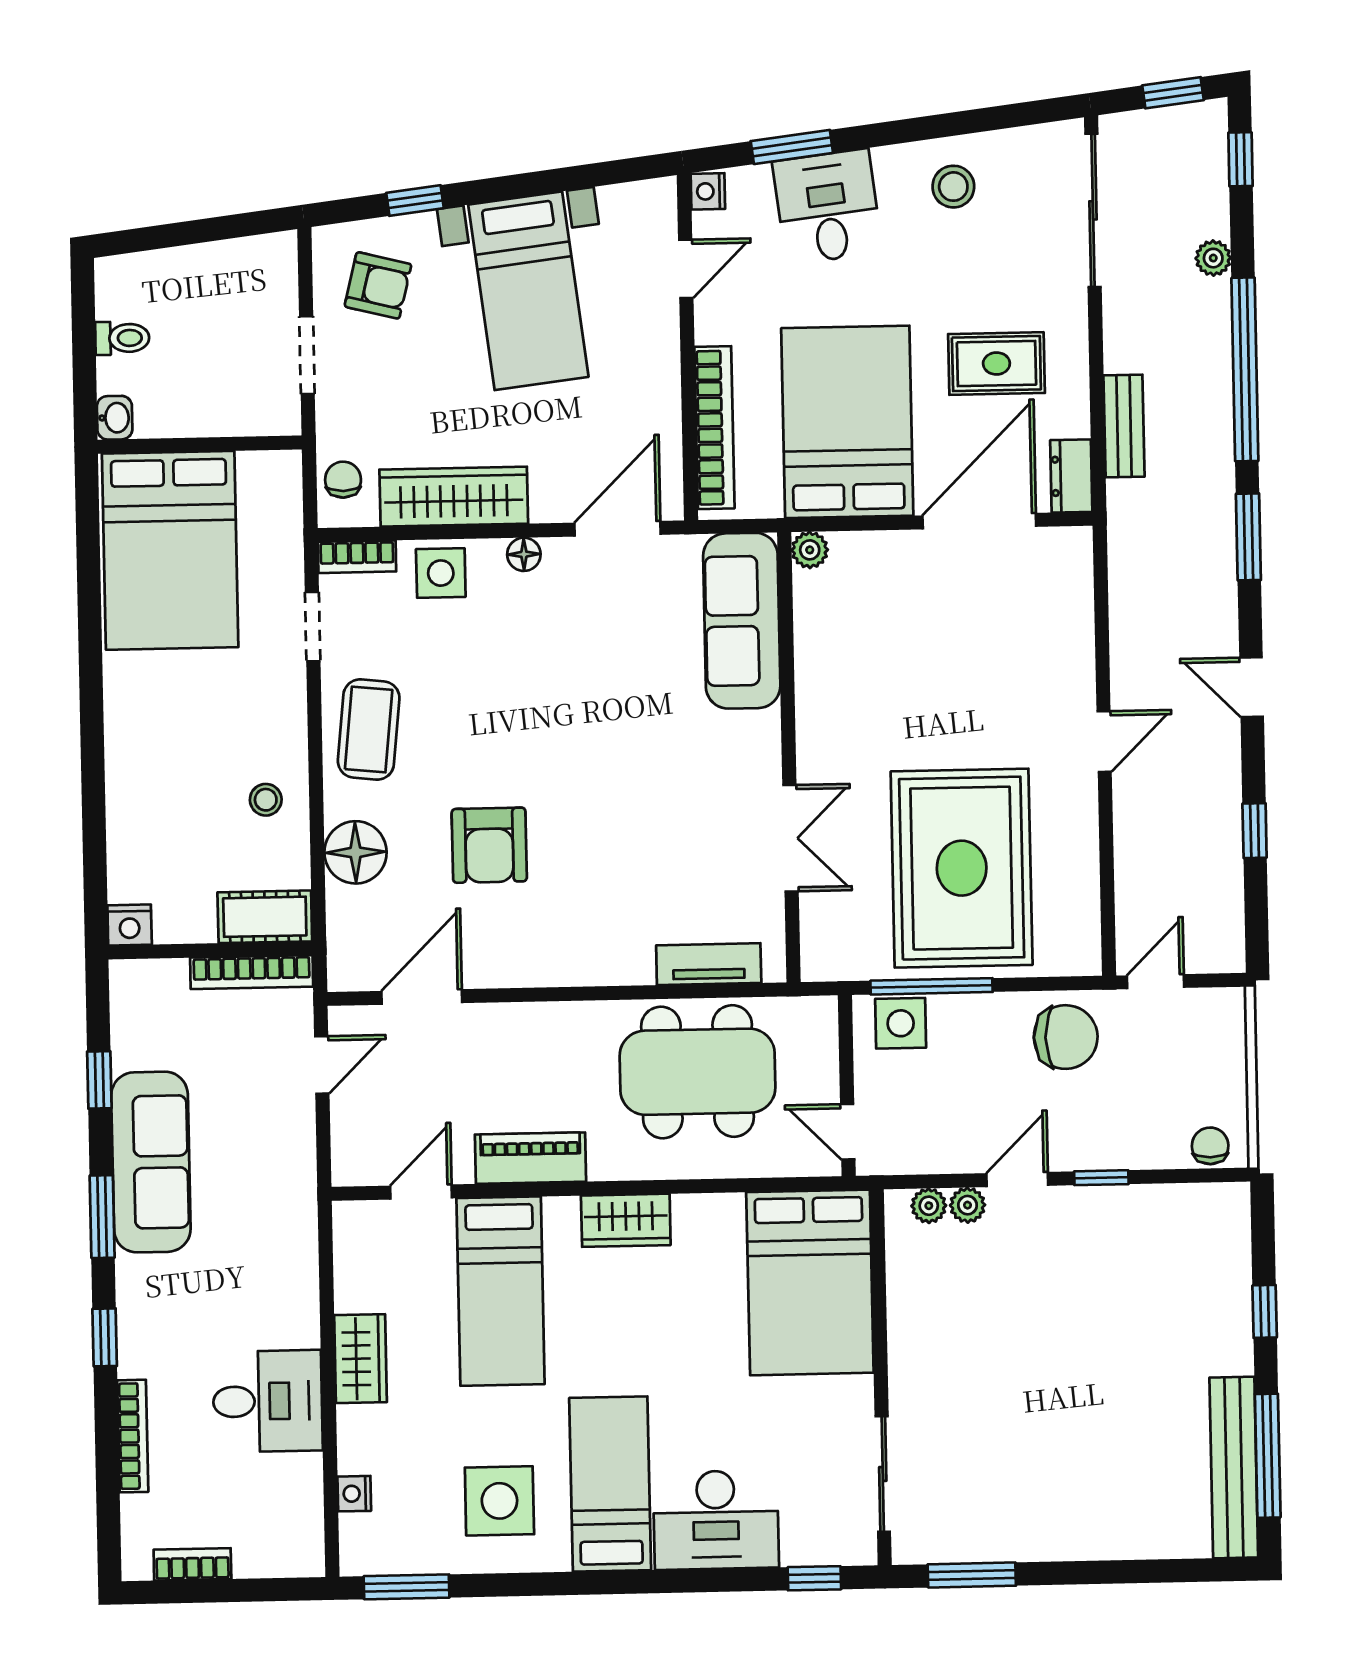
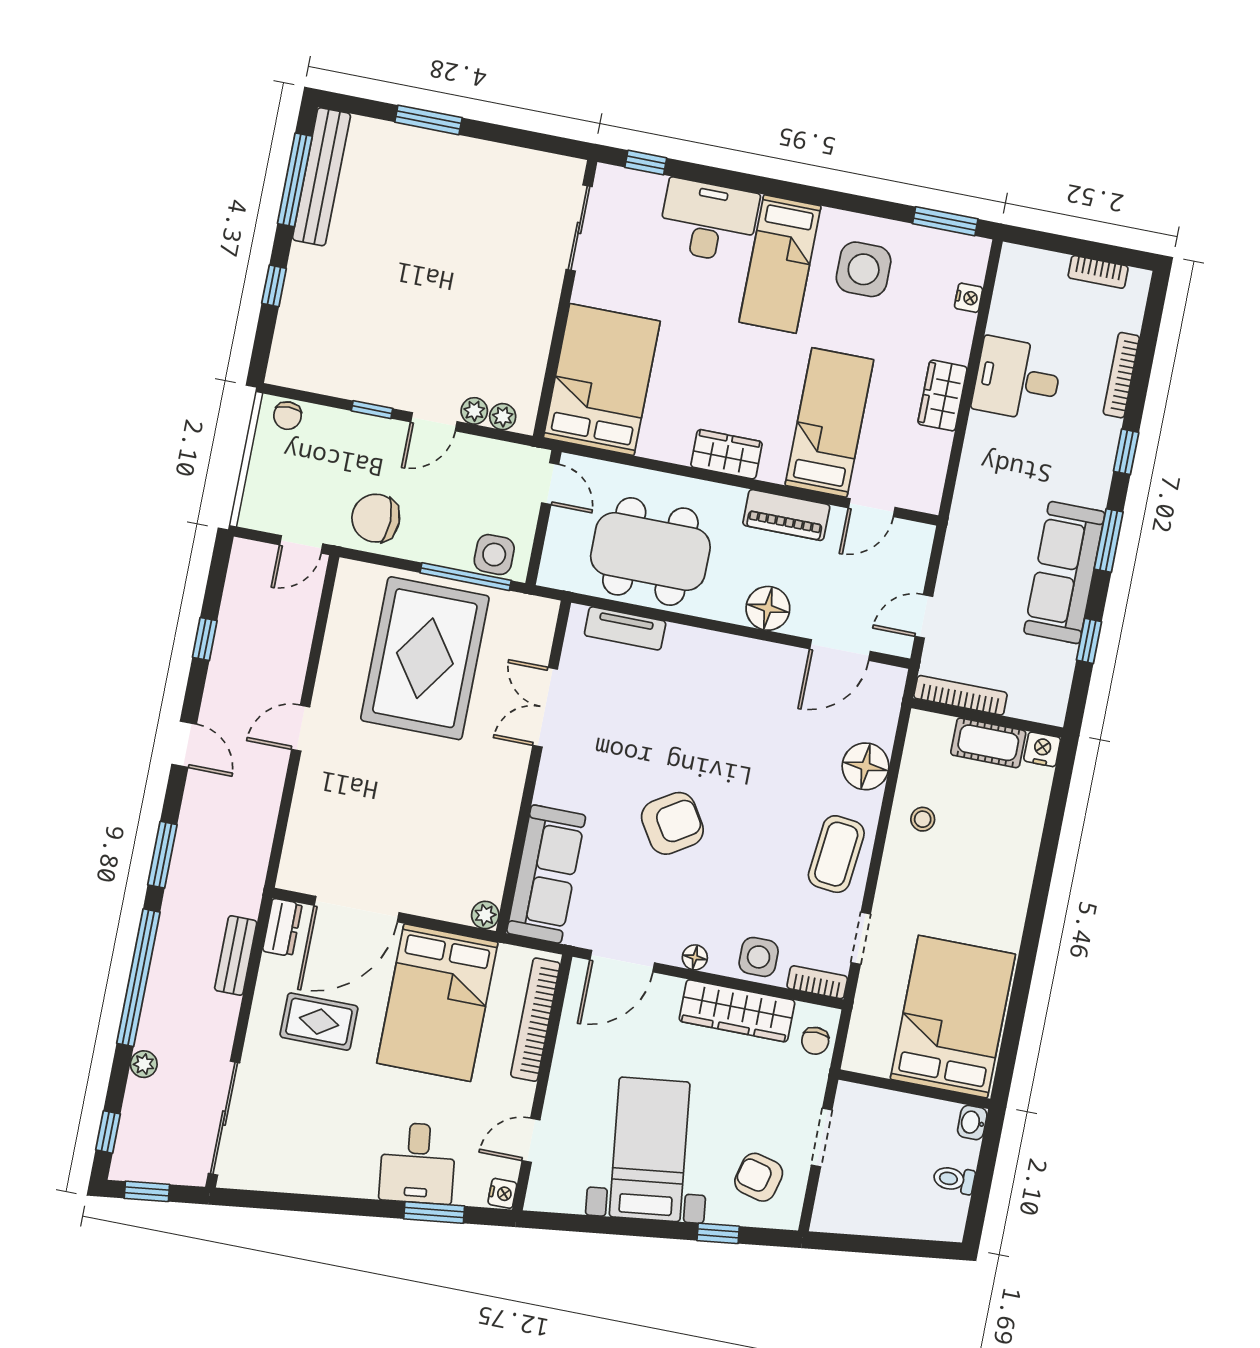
stool: (953, 187) -> (322, 1158), removed
armchair: (489, 845) -> (672, 823), moved, turned 58
cot: (265, 917) -> (988, 743), moved
floor lamp: (528, 1031) -> (768, 608), added
window: (972, 1575) -> (428, 120), moved

